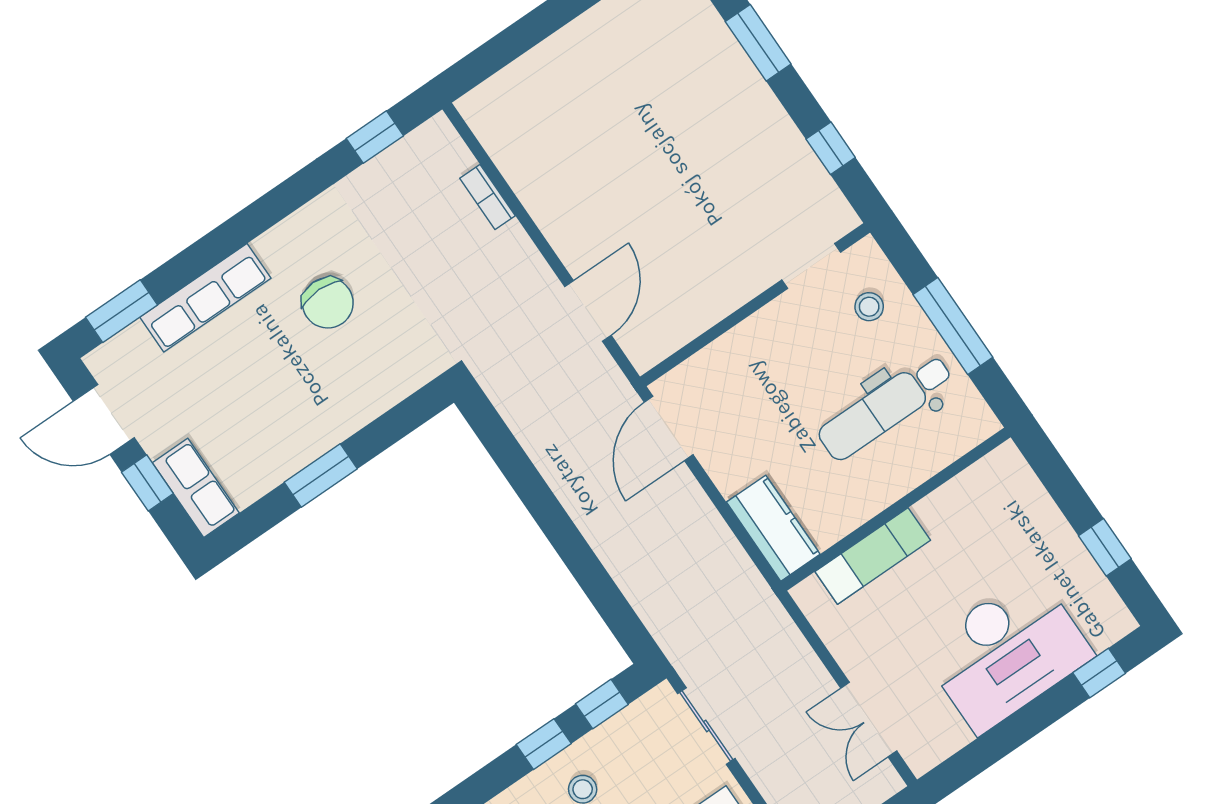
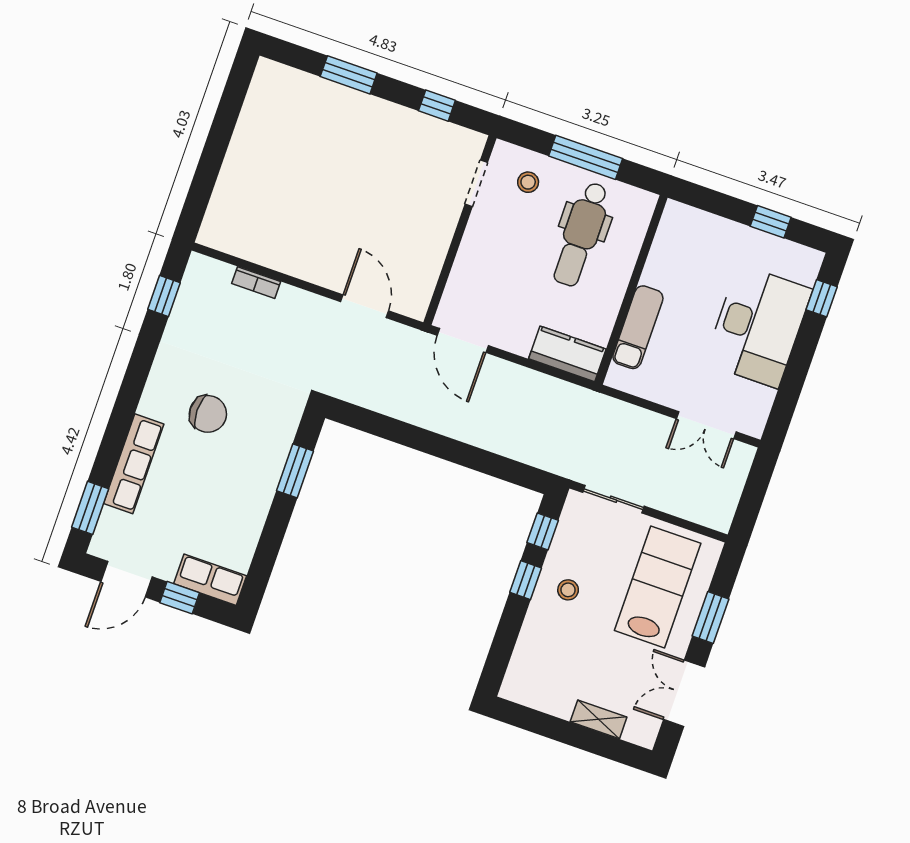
window: (321, 476) -> (295, 471), moved

